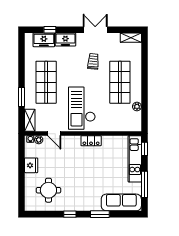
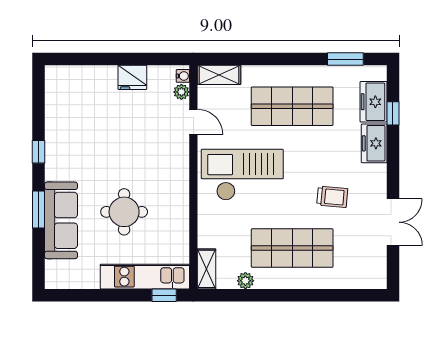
double door: (95, 30) -> (393, 222), moved
shelving: (131, 38) -> (207, 269), moved
window: (22, 97) -> (345, 59), moved
door: (54, 134) -> (193, 122), swing flipped
locker: (91, 141) -> (180, 193), removed
window: (144, 184) -> (96, 295), removed
round table: (48, 190) -> (124, 212), moved
sofa: (121, 202) -> (61, 220), moved

